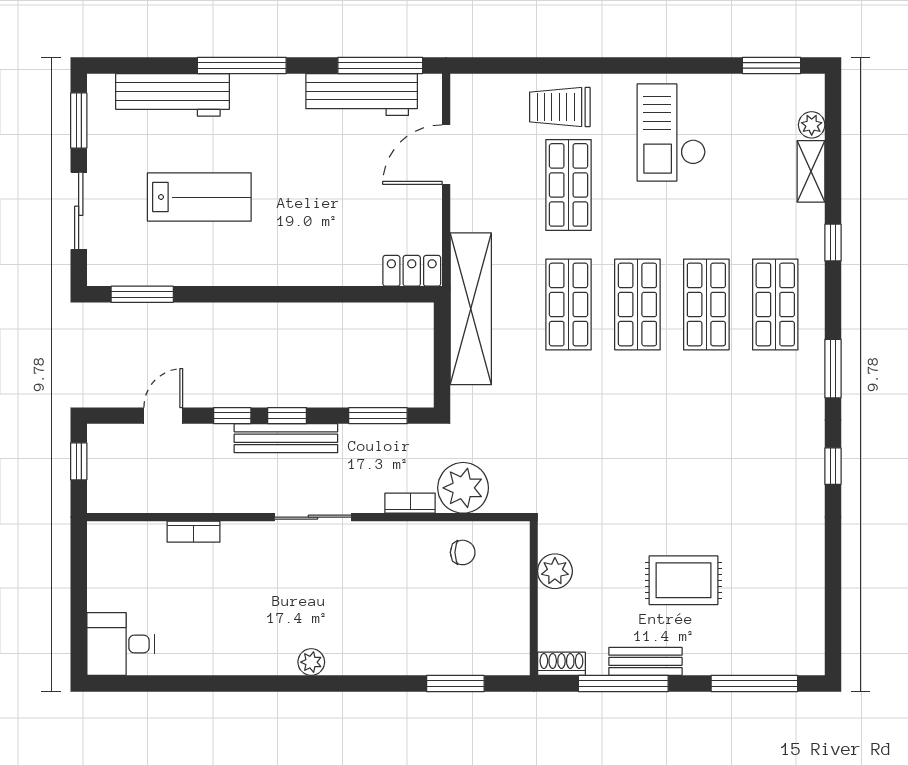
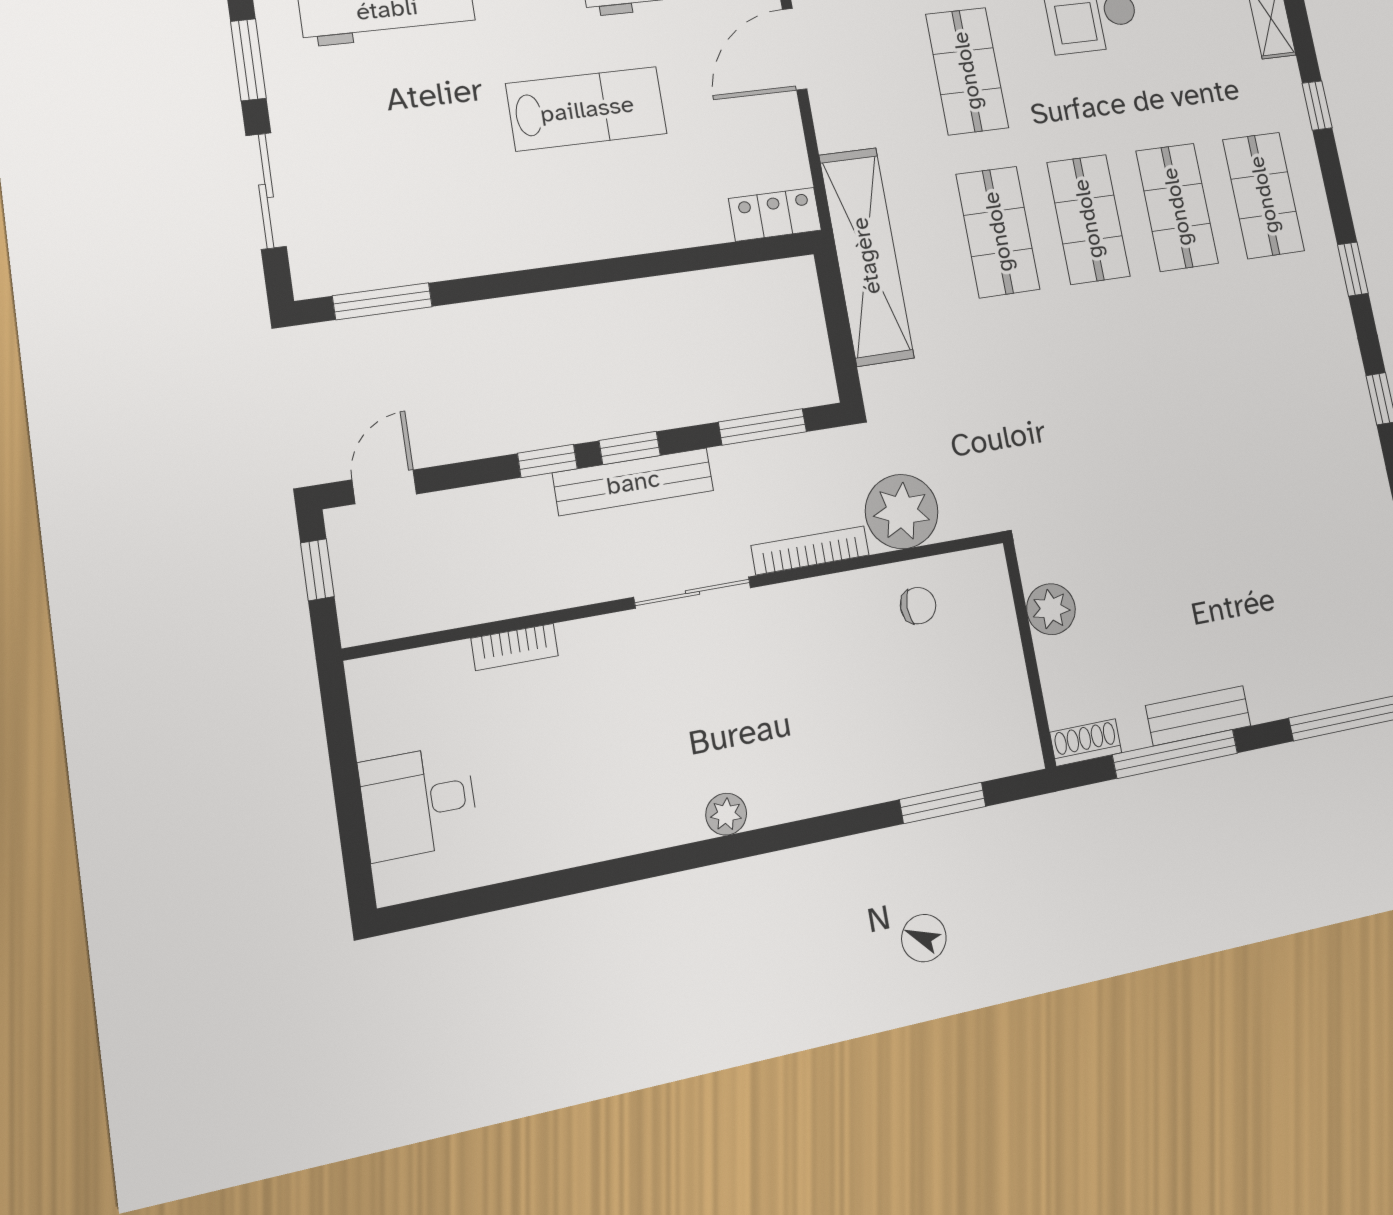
lab bench: (199, 197) -> (587, 109), moved
window: (833, 369) -> (1353, 269), width x0.67
door: (163, 416) -> (384, 487), moved
bookcase: (410, 503) -> (810, 550), width x1.56
rug: (683, 580) -> (1225, 590), removed
desk: (121, 644) -> (419, 802), moved

